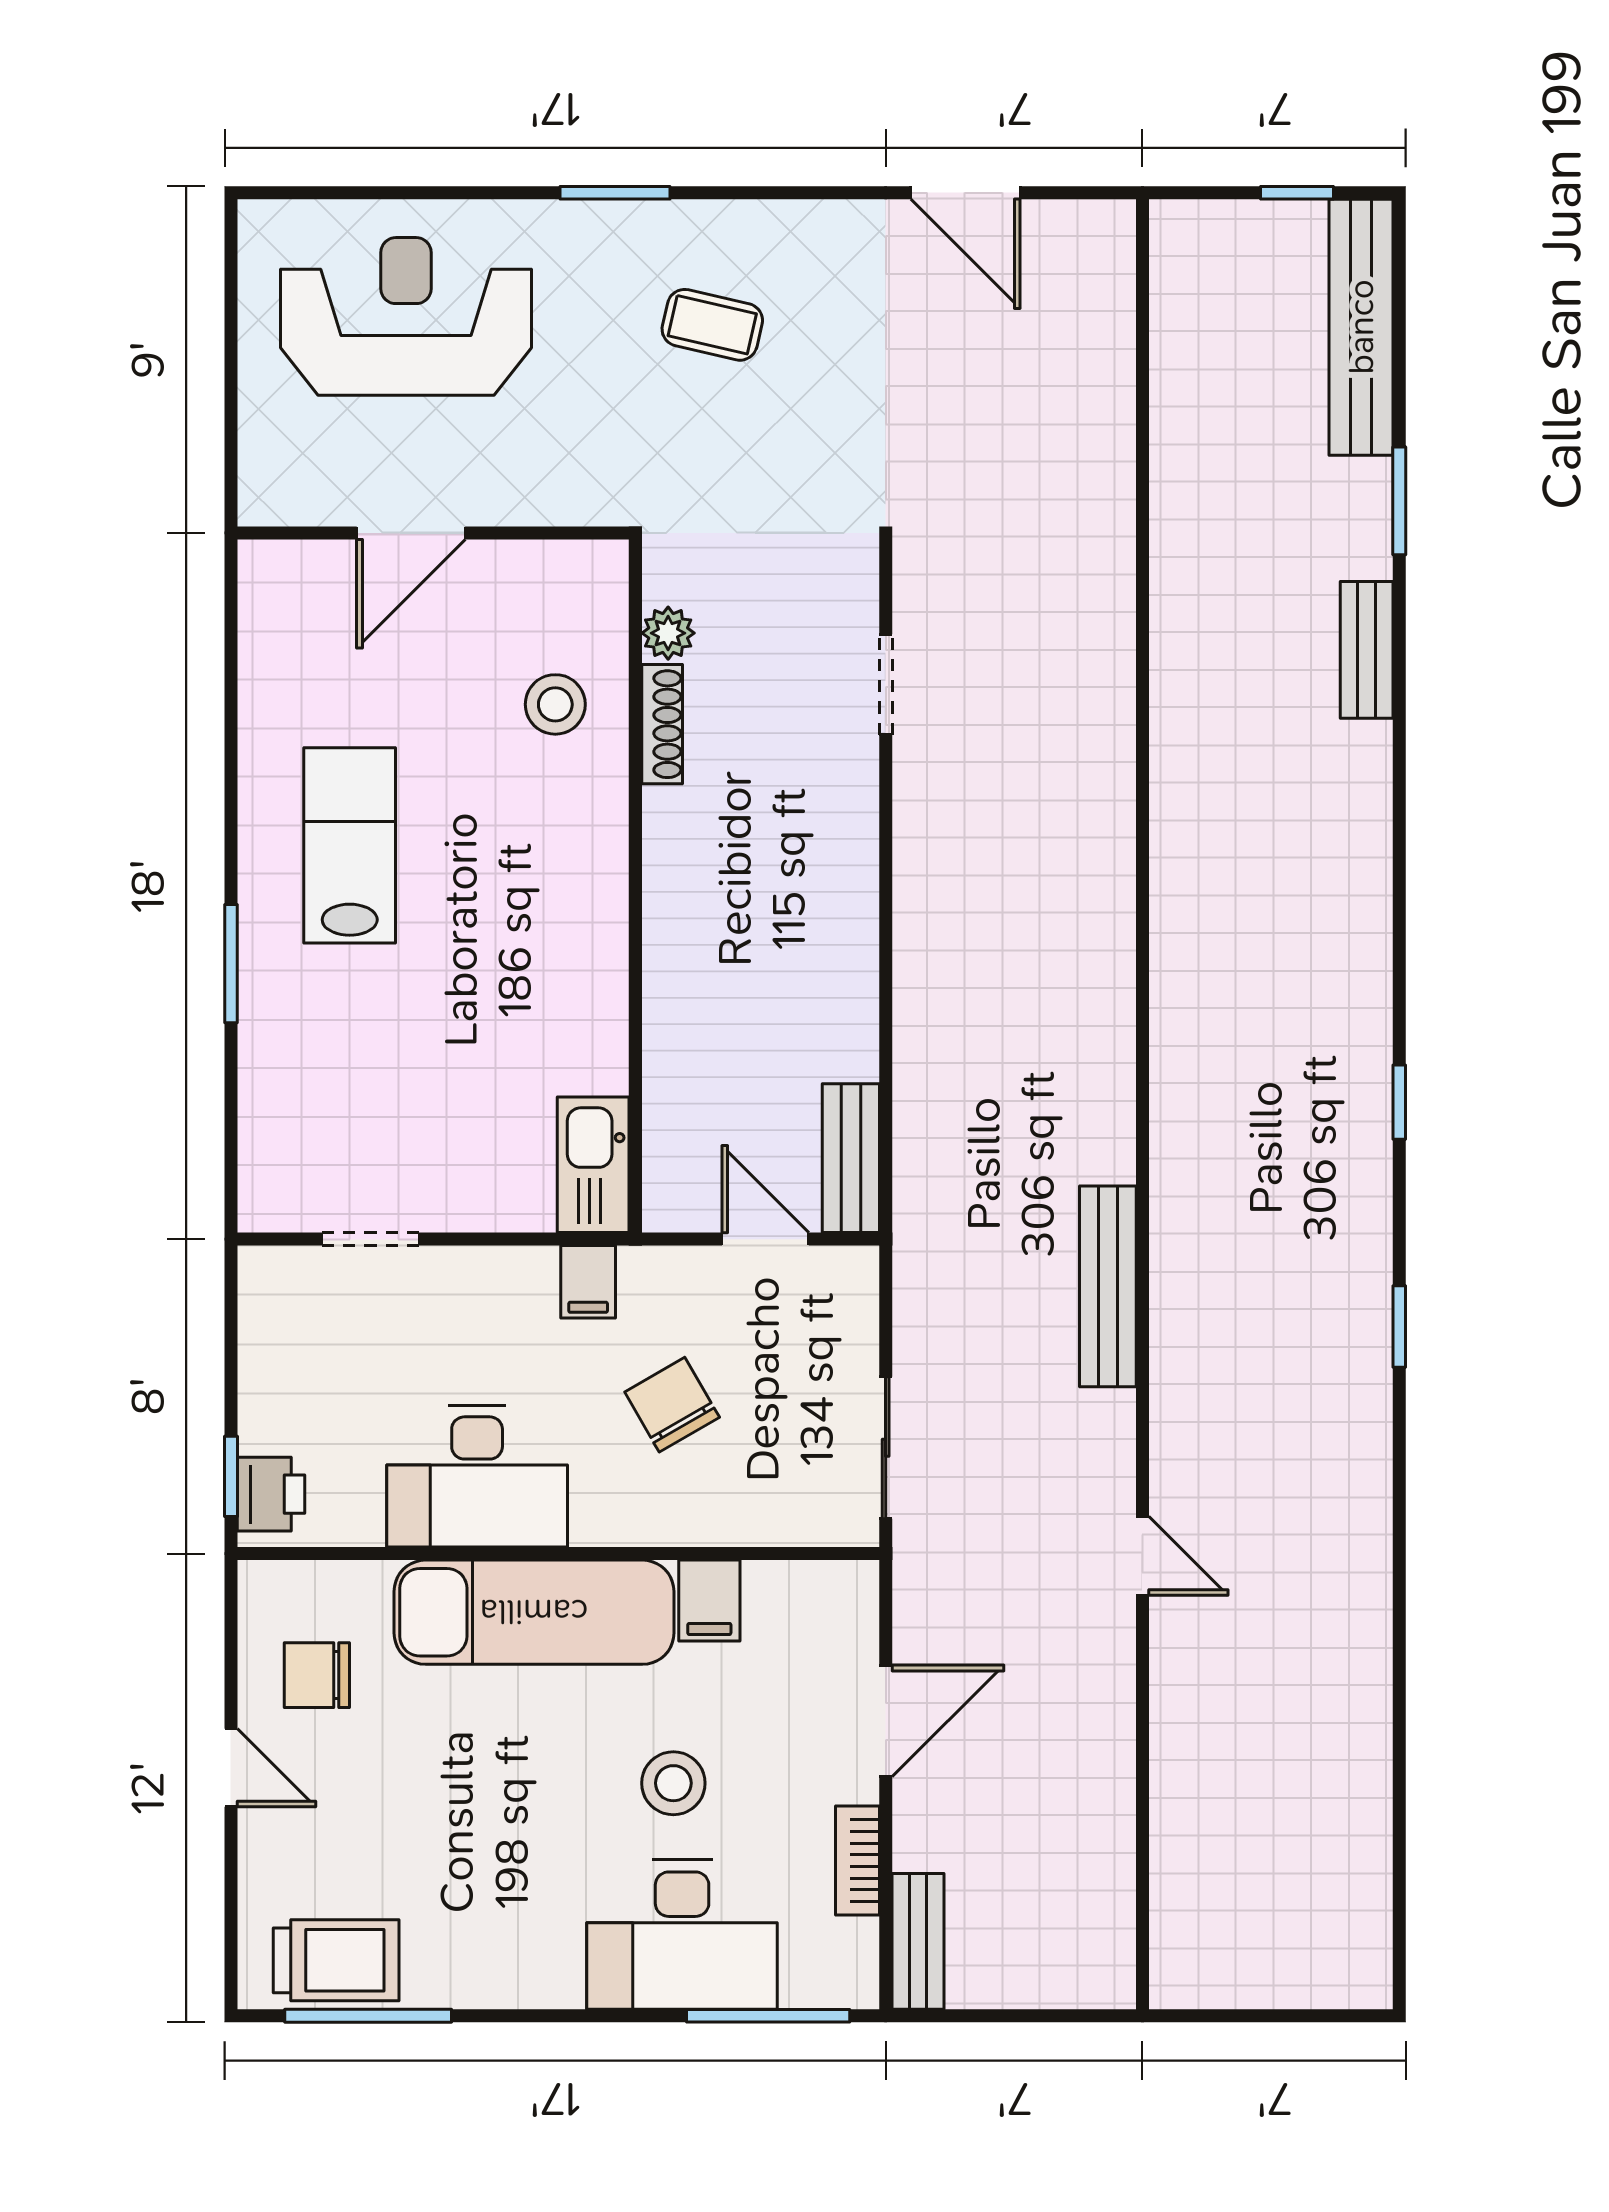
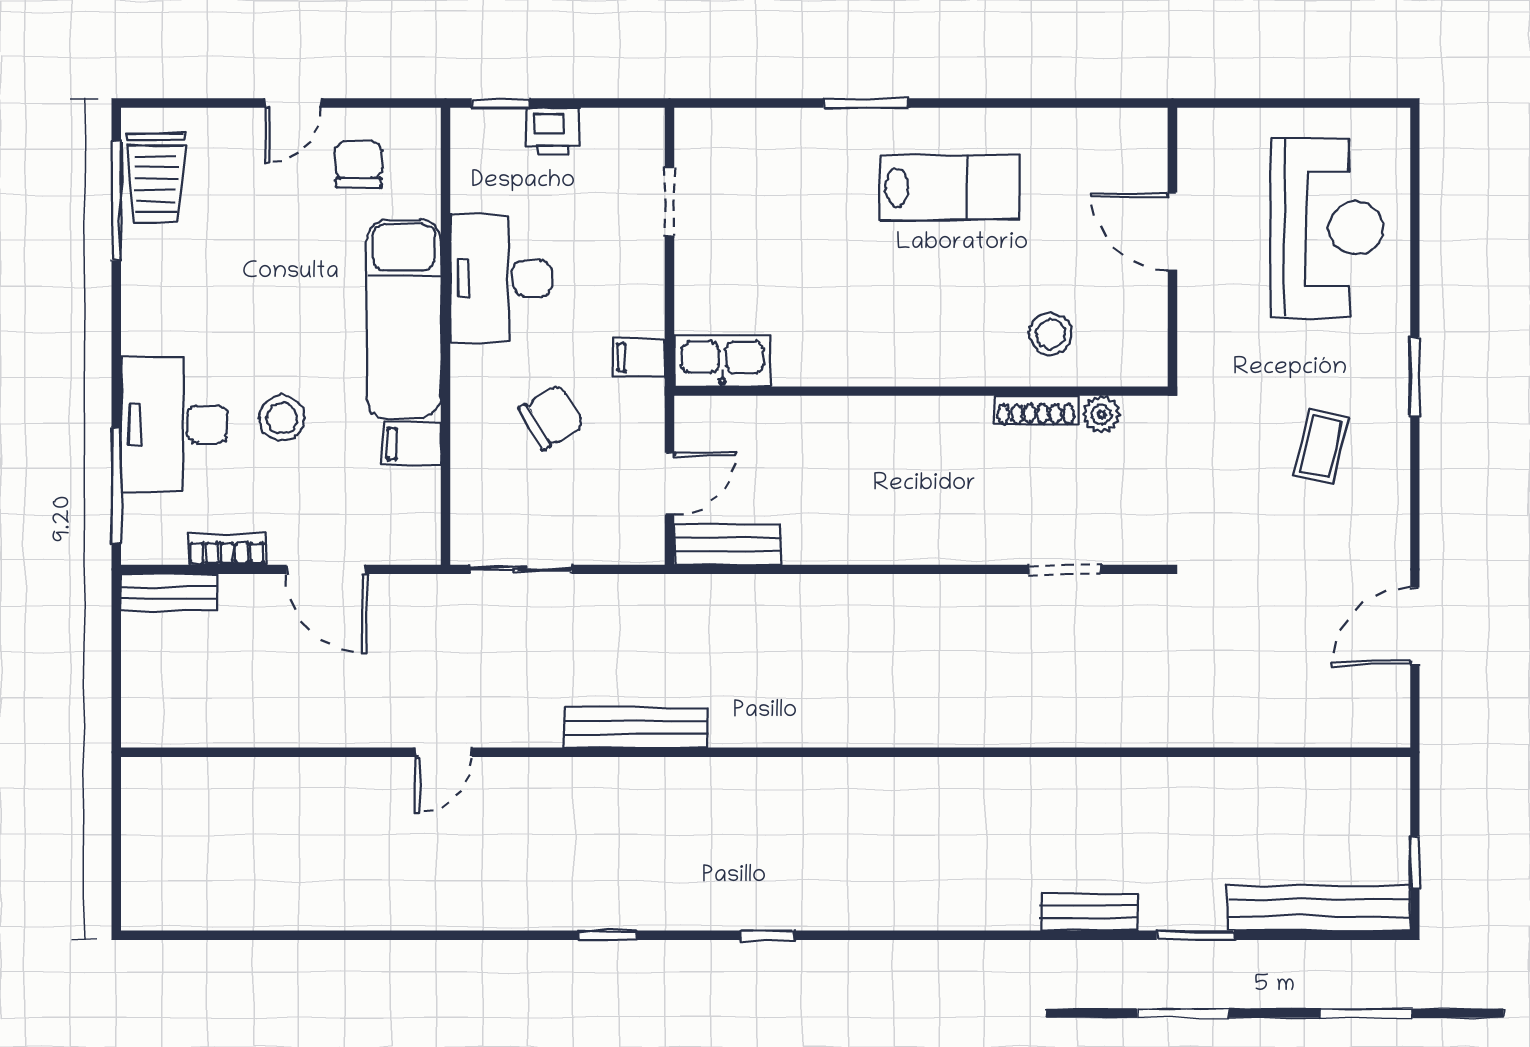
printer: (271, 1494) -> (553, 132), moved

